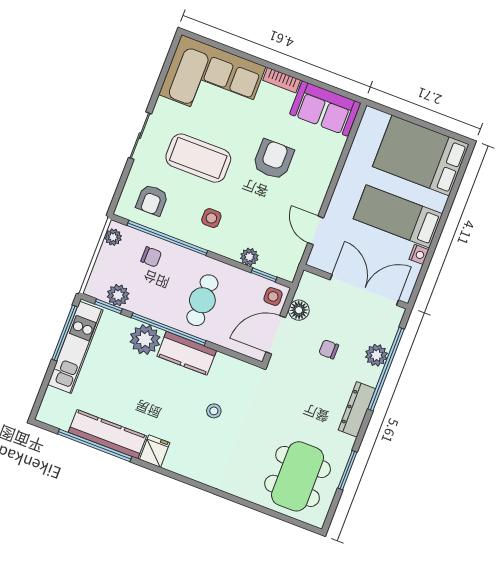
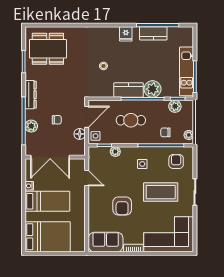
cafe table: (202, 300) -> (131, 120), turned 90
kitchen counter: (107, 434) -> (153, 33), width x0.67
dining table: (298, 476) -> (48, 49), turned 90

